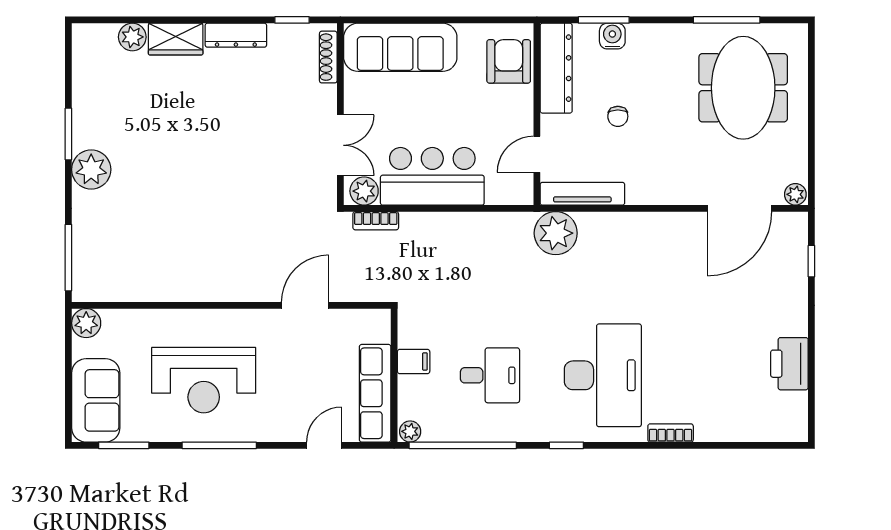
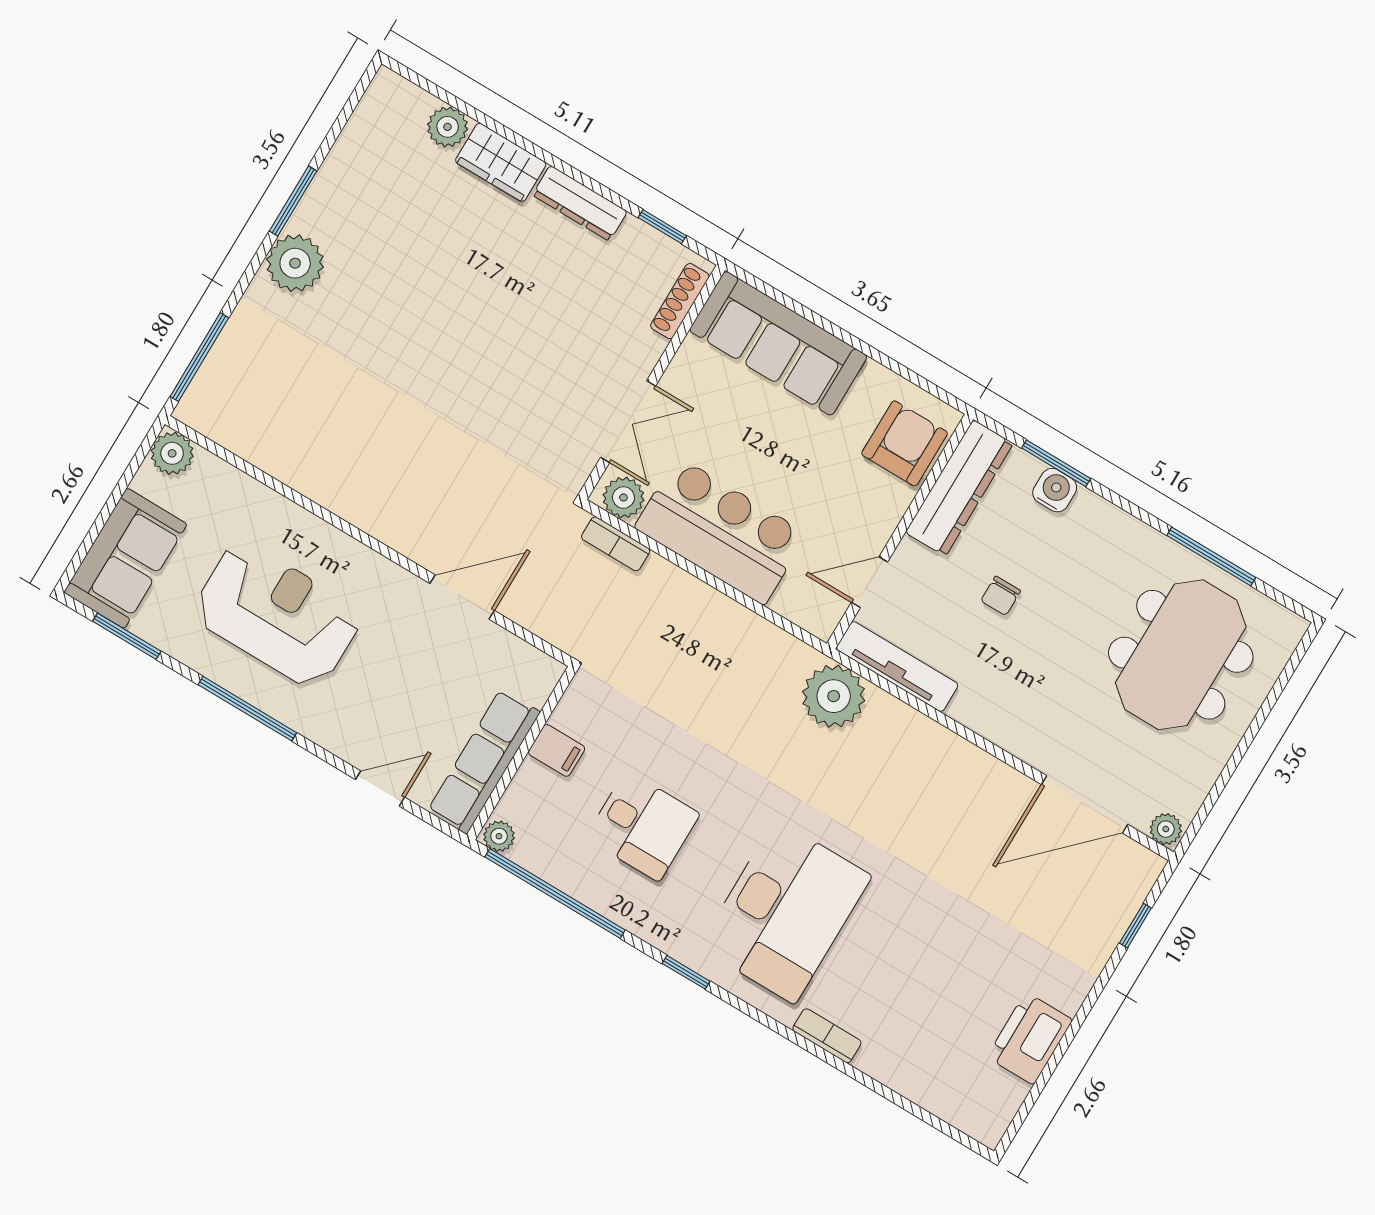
reception desk: (204, 380) -> (277, 615), turned 180

